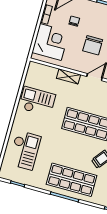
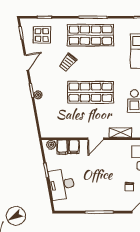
chair: (93, 45) -> (106, 169), removed

